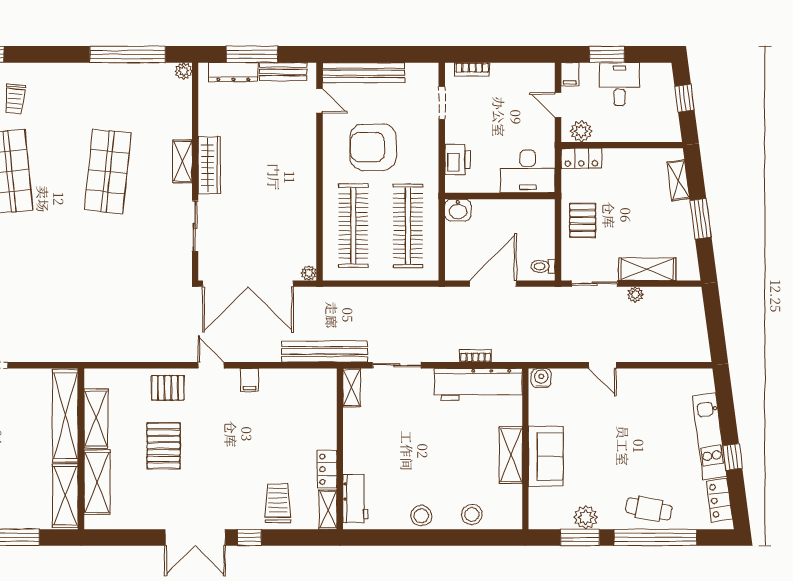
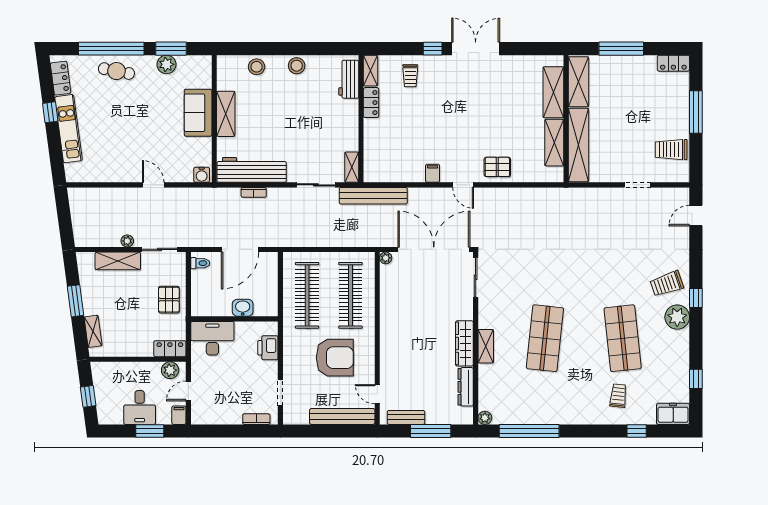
dresser: (233, 72) -> (466, 387), moved, turned -90
door: (558, 105) -> (188, 391), swing flipped
washbasin: (458, 210) -> (243, 308), moved
sliding door: (195, 226) -> (476, 277), moved
pallet: (164, 446) -> (501, 121), removed
trolley: (278, 503) -> (410, 76), width x0.73, depth x0.72

